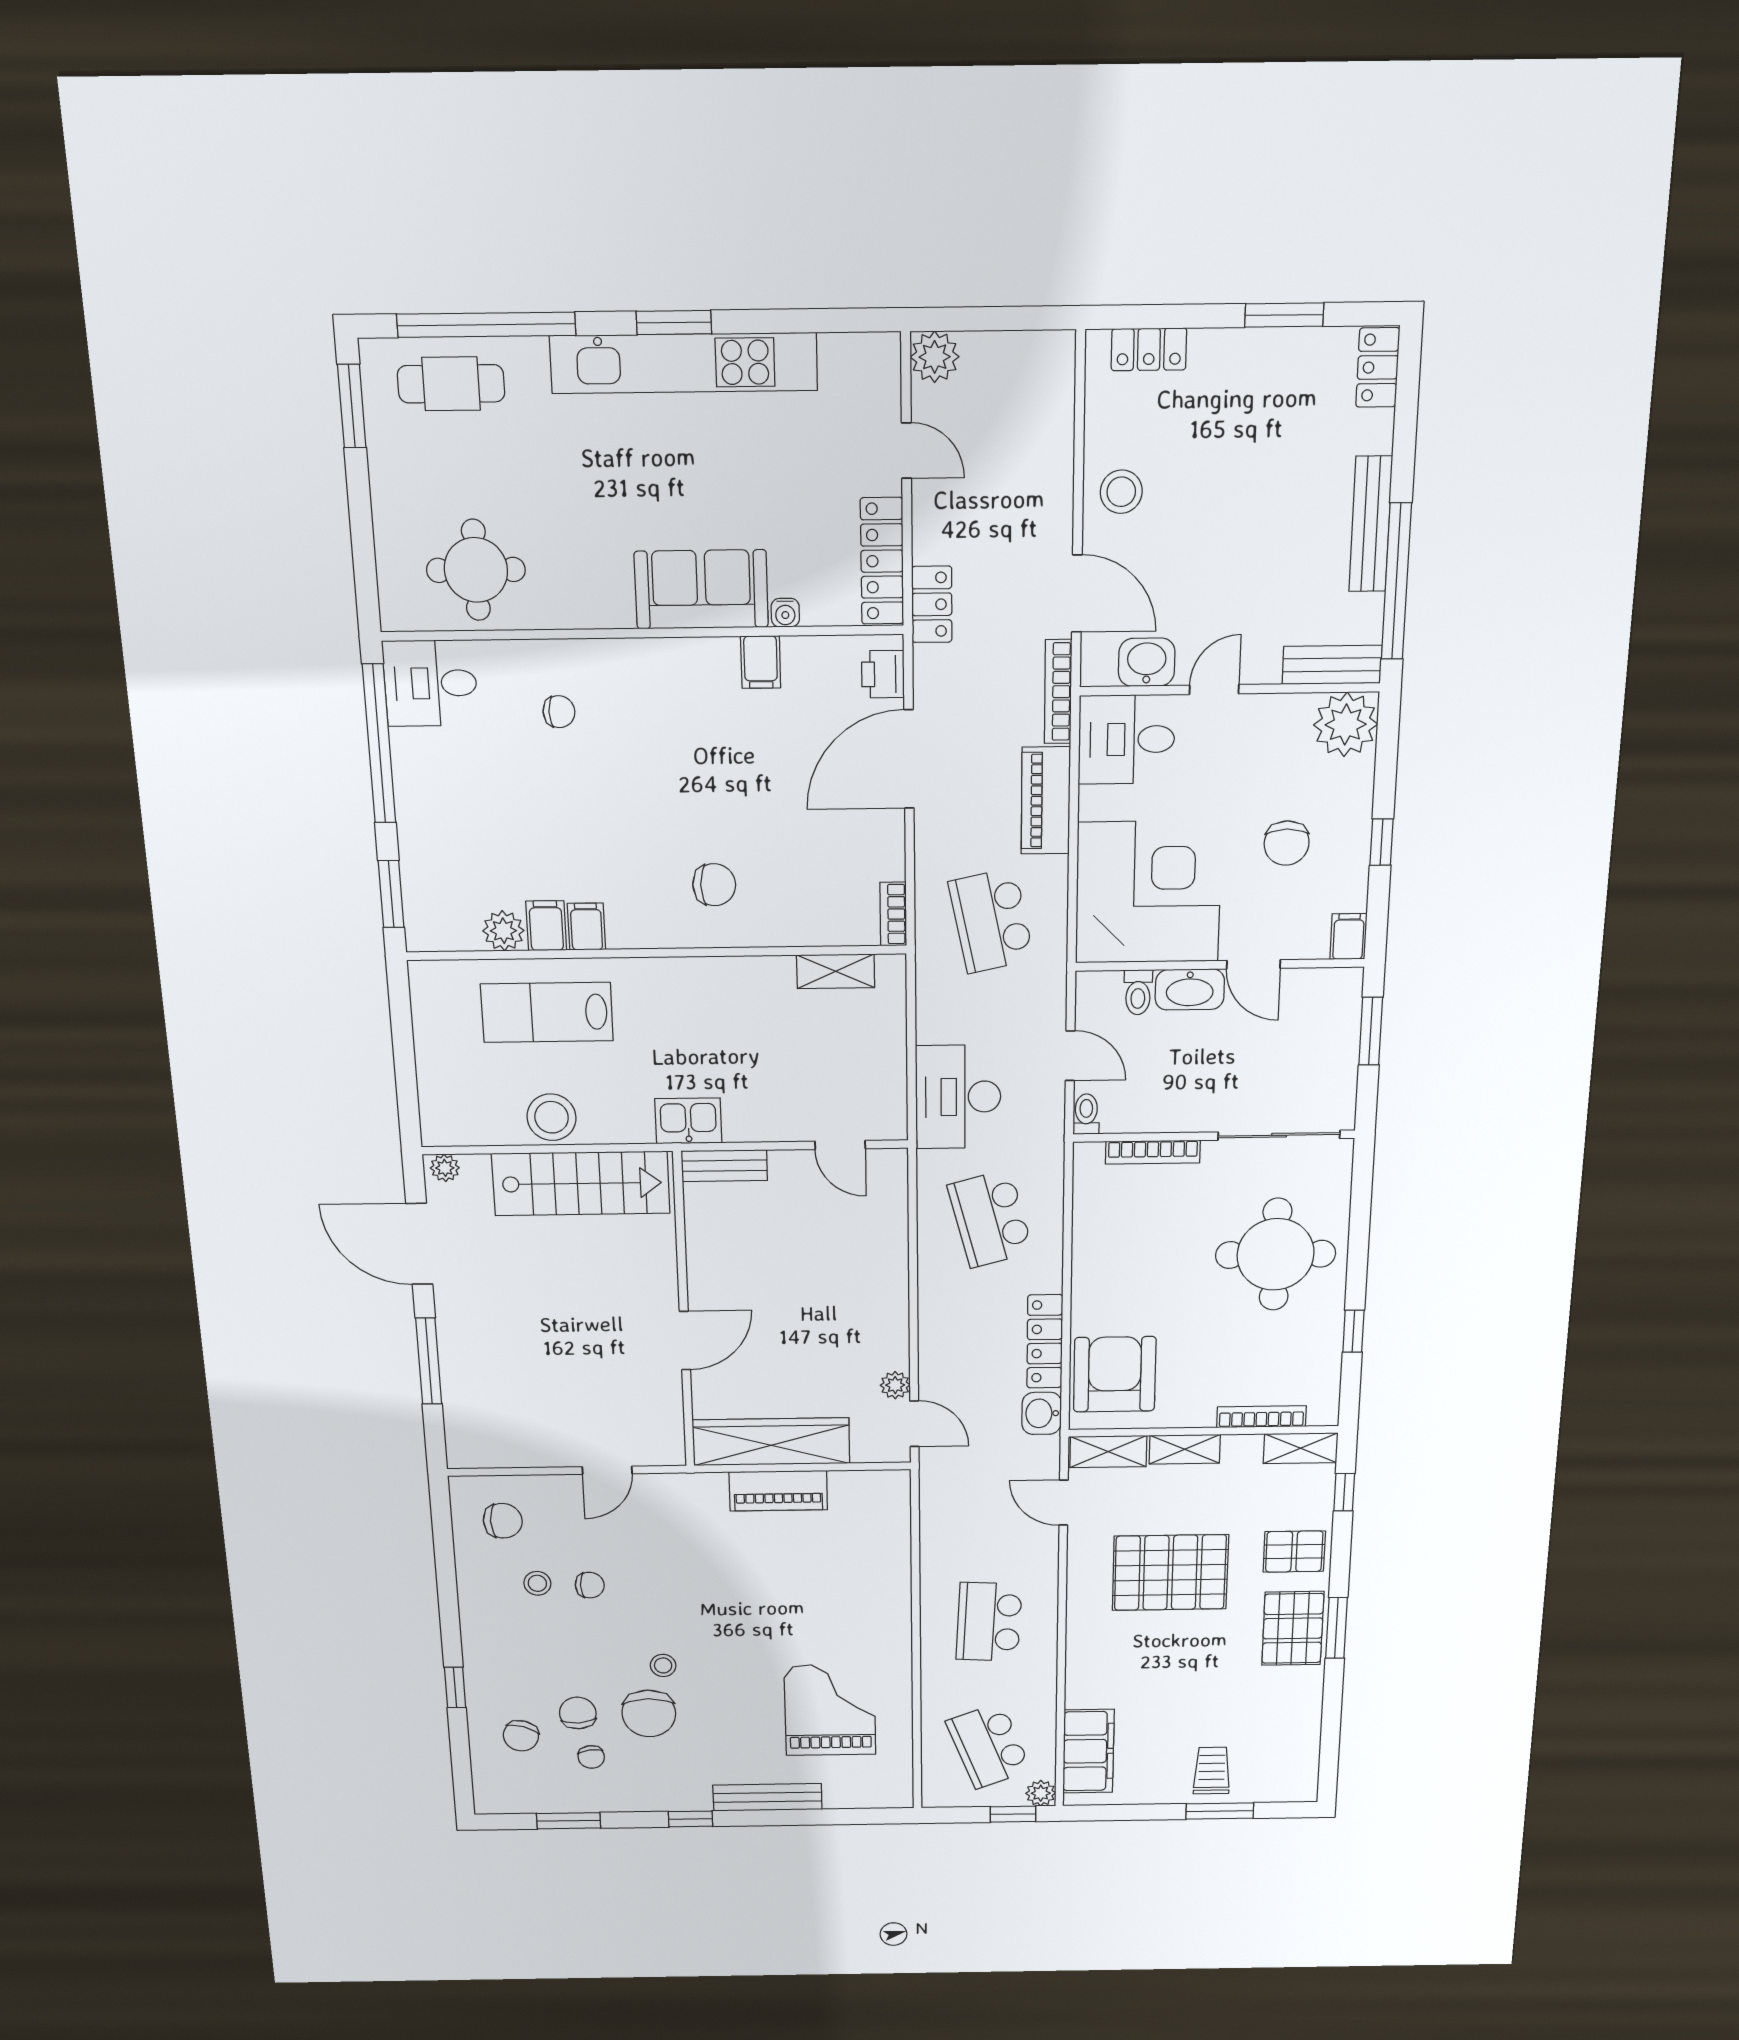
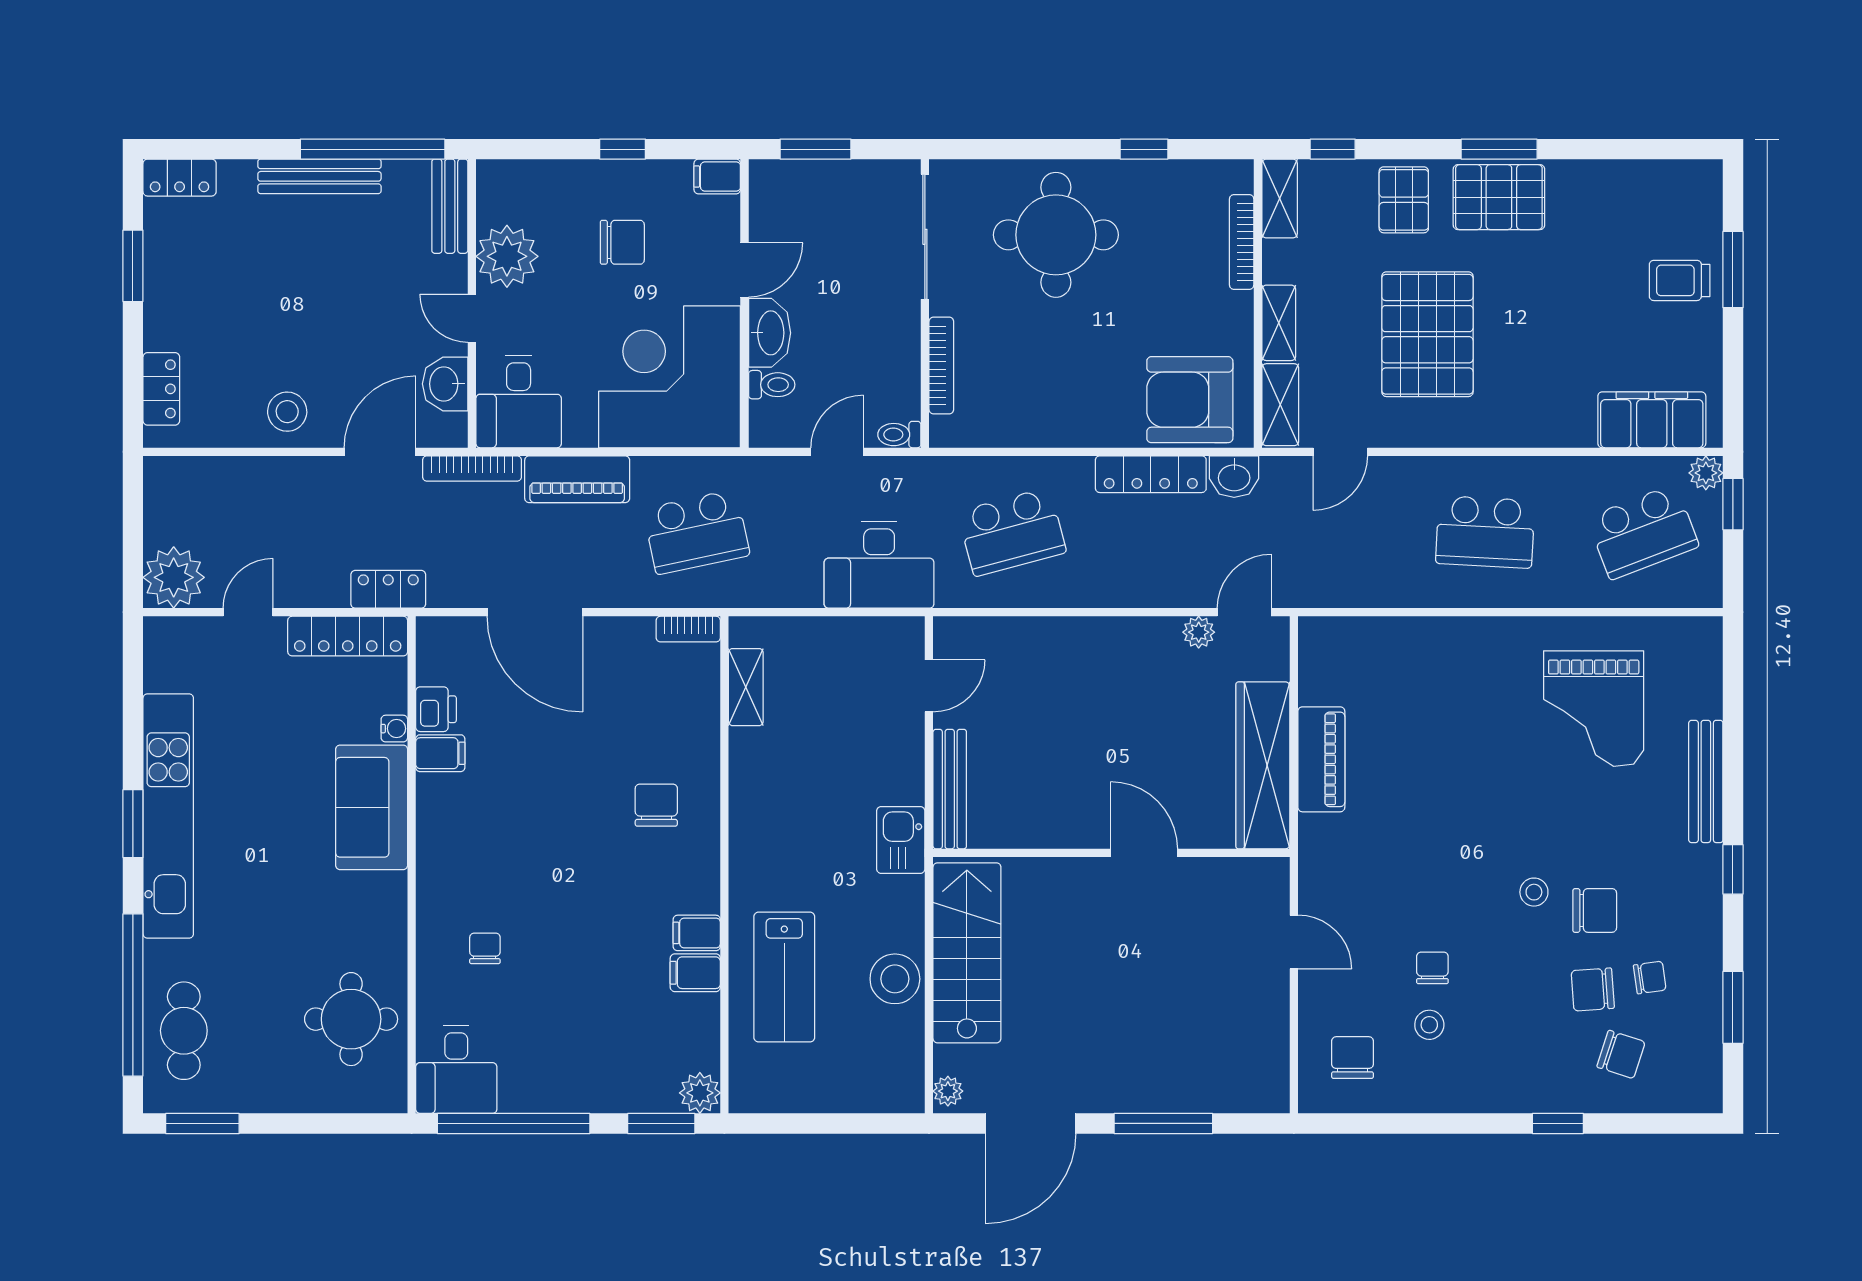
plant: (935, 357) -> (174, 577), width x1.36, depth x1.36
printer: (883, 674) -> (436, 709), moved, turned -90
plant: (1346, 725) -> (507, 256), moved
plant: (503, 931) -> (700, 1093), moved
bench: (724, 1166) -> (950, 789), width x1.36
grand piano: (830, 1710) -> (1594, 709), turned -90
chair: (649, 1713) -> (1595, 910), width x0.73, depth x0.73

